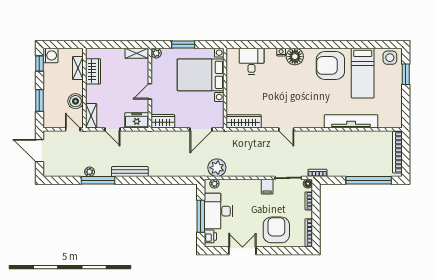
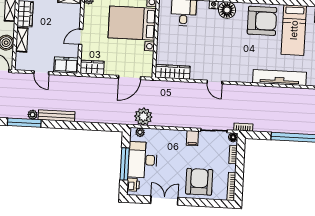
armchair: (330, 65) -> (262, 21), turned 180
shelving: (91, 116) -> (22, 40), moved
plant: (90, 172) -> (33, 115), moved

